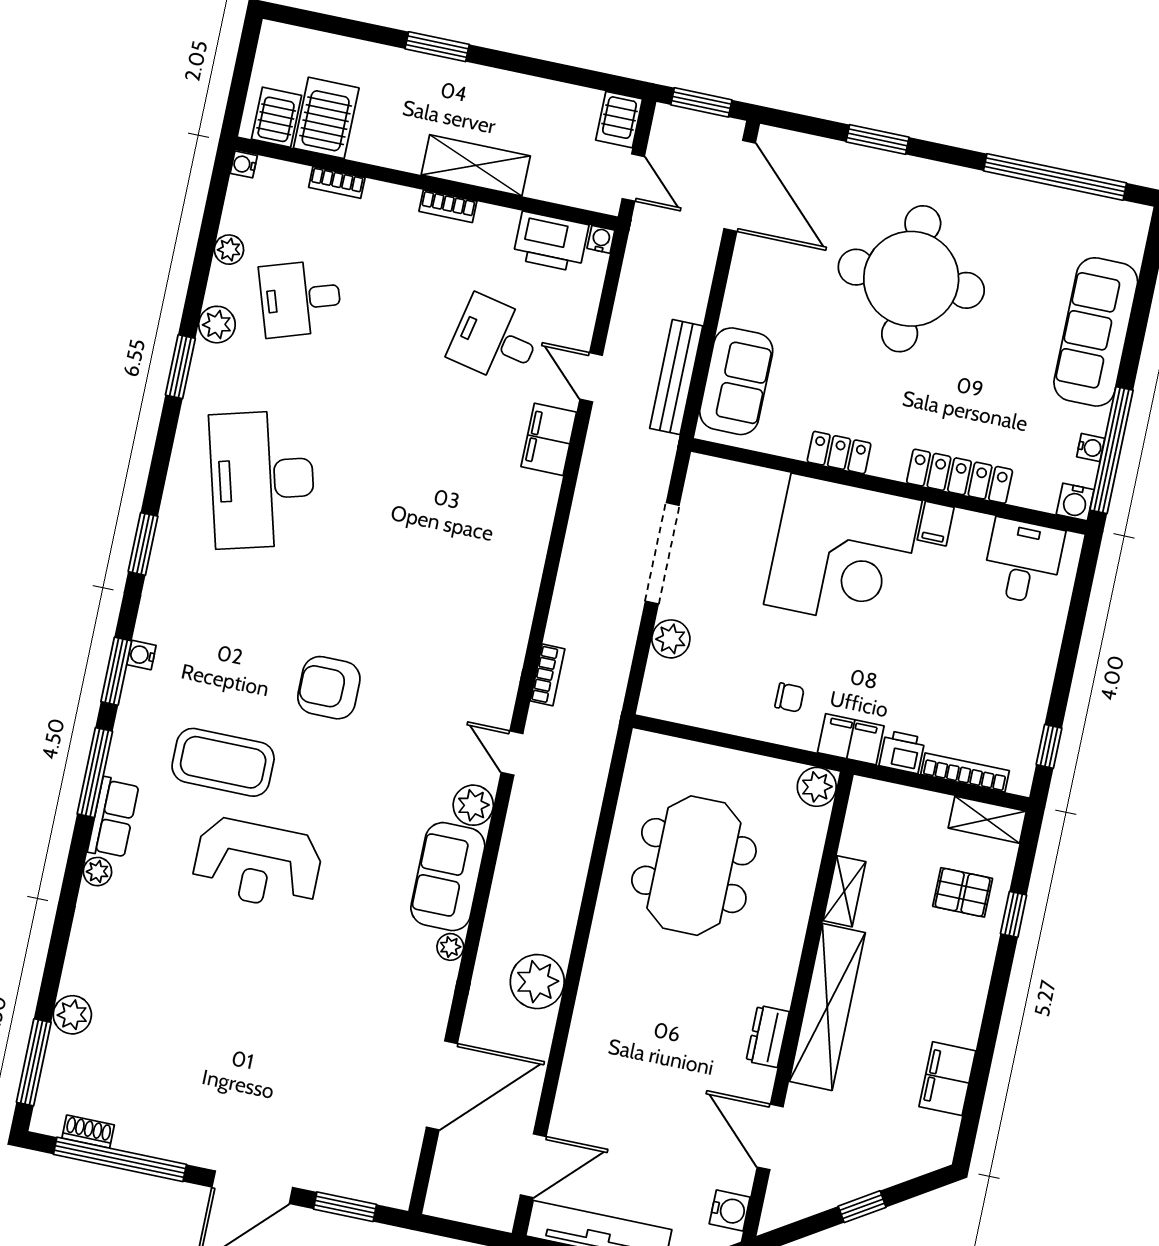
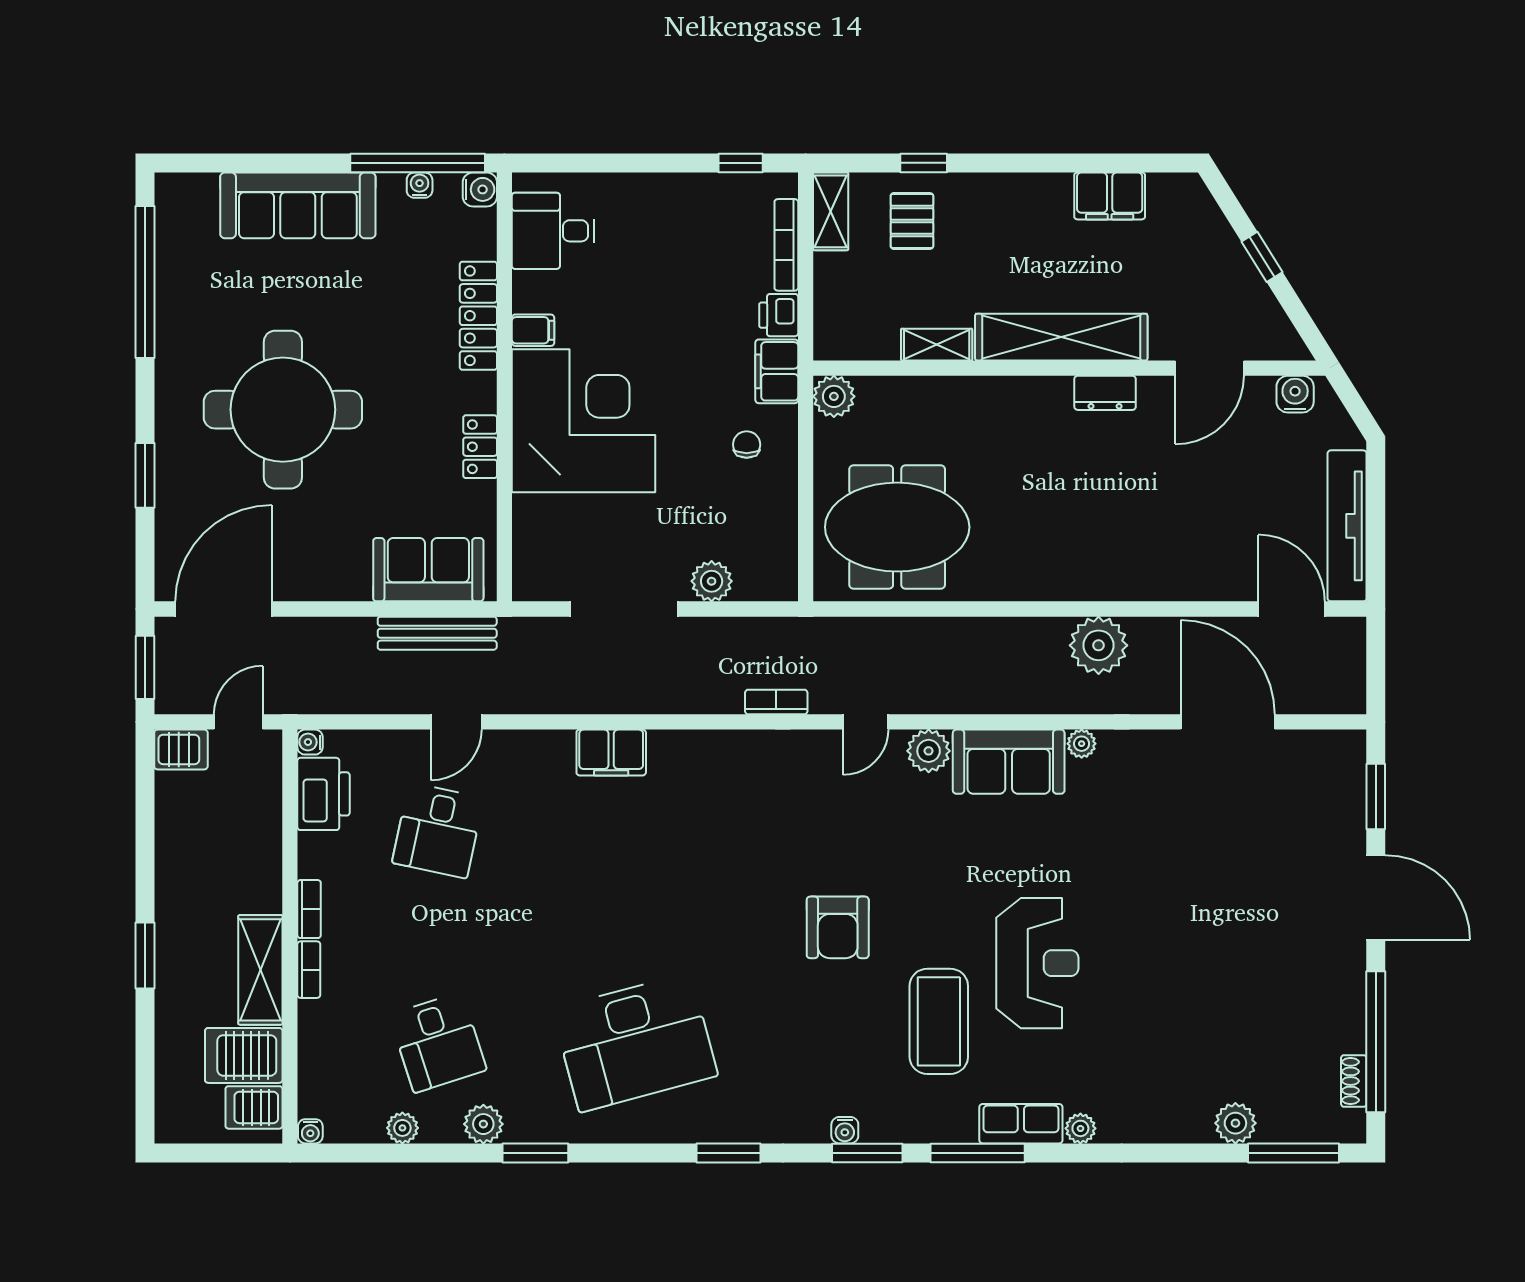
shelving: (476, 165) -> (260, 970), moved
bookcase: (337, 183) -> (309, 970), moved
filing cabinet: (549, 439) -> (611, 753), moved
meeting table: (694, 866) -> (897, 527), moved

